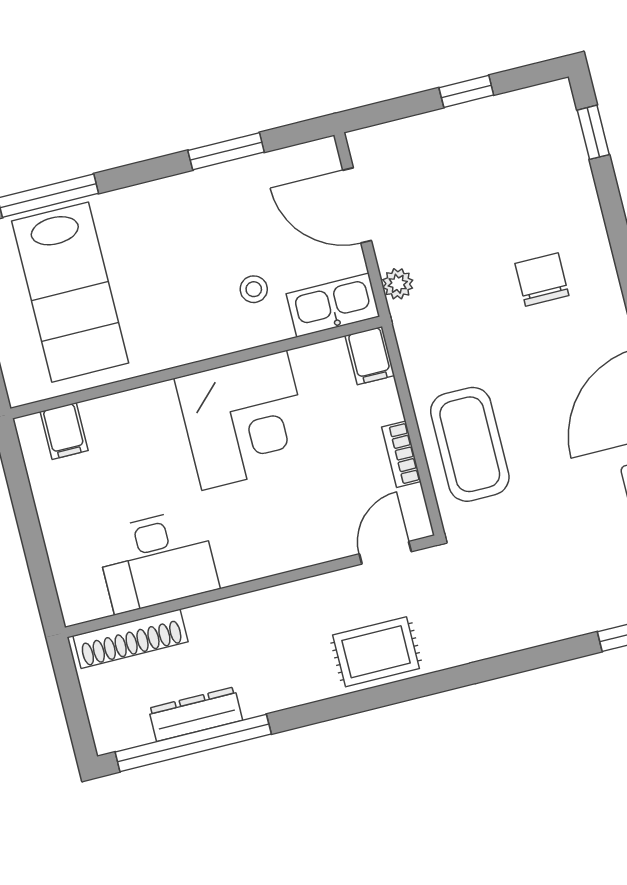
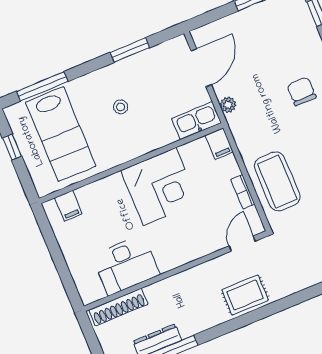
door: (357, 205) -> (201, 68), swing flipped
stool: (254, 289) -> (121, 107), moved

